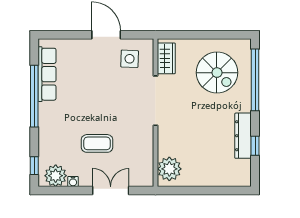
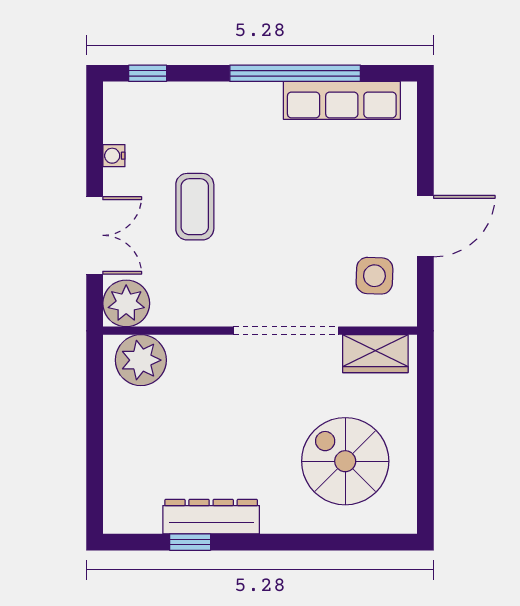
spiral stairs: (217, 73) -> (345, 461), turned 90
window: (255, 80) -> (330, 542), removed
plant: (56, 176) -> (126, 303), moved

